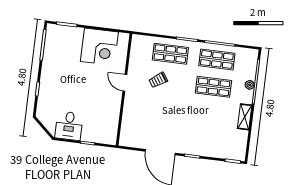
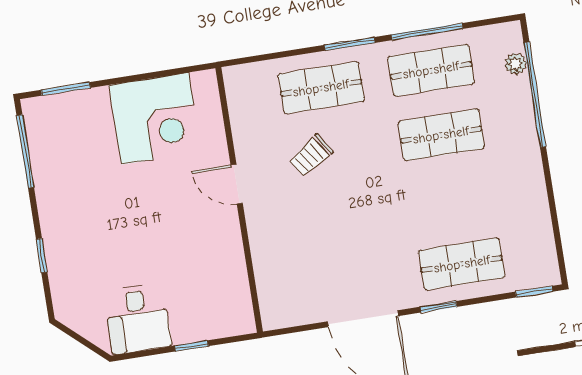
plant: (250, 85) -> (516, 64), moved
shelving: (245, 117) -> (532, 183), removed
shop shelf: (207, 141) -> (462, 264), added

